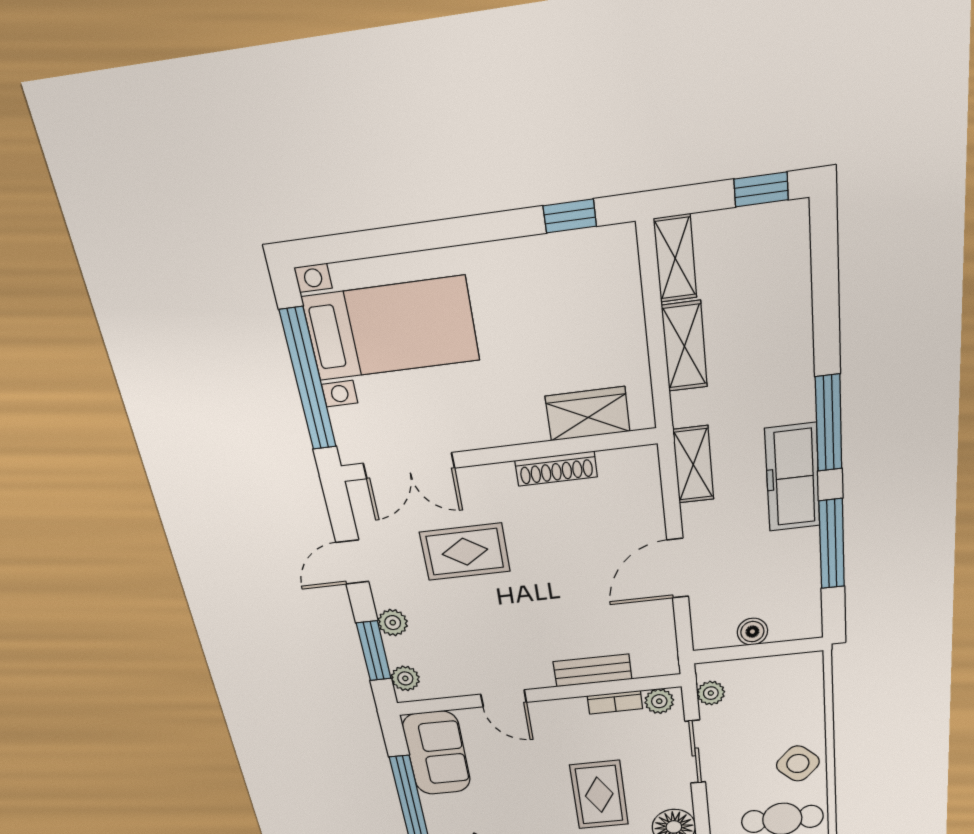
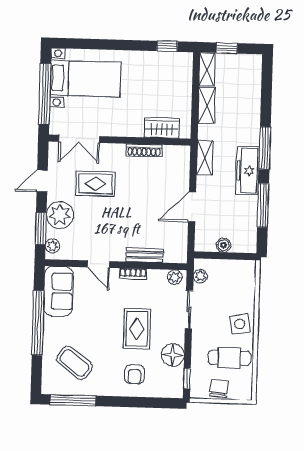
window: (761, 189) -> (227, 48), moved
plant: (393, 623) -> (60, 215), width x1.88, depth x1.88
bookcase: (615, 702) -> (133, 274), moved
side table: (798, 763) -> (240, 324), turned 37

